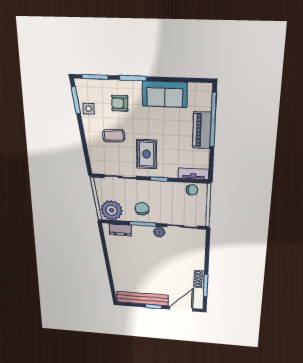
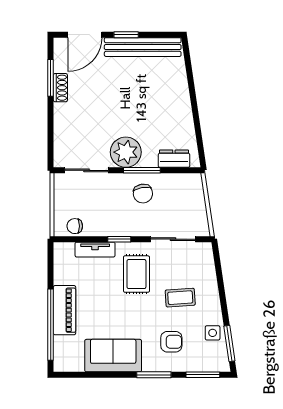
tv unit: (194, 174) -> (95, 250), moved
plant: (112, 210) -> (186, 188), removed
plant: (159, 232) -> (126, 152), width x1.88, depth x1.88

